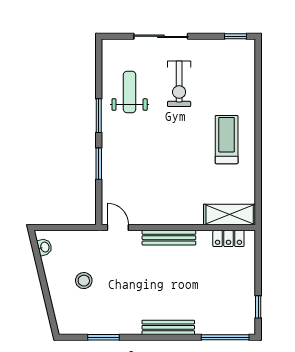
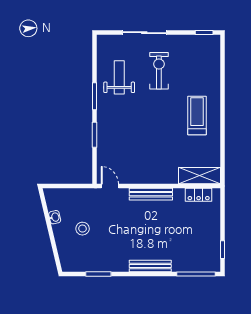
exercise bike: (179, 84) -> (159, 71), turned 180
washbasin: (45, 247) -> (55, 217), moved

